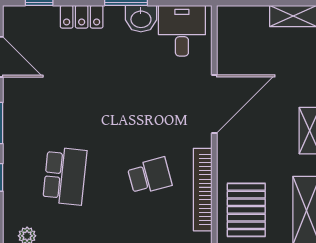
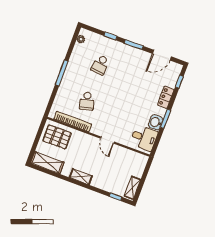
door: (214, 104) -> (107, 140), width x0.53
school desk: (65, 176) -> (100, 65), width x0.54

